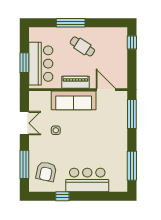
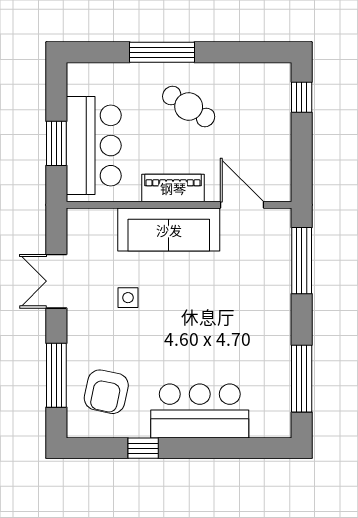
double door: (24, 123) -> (56, 281), swing flipped

